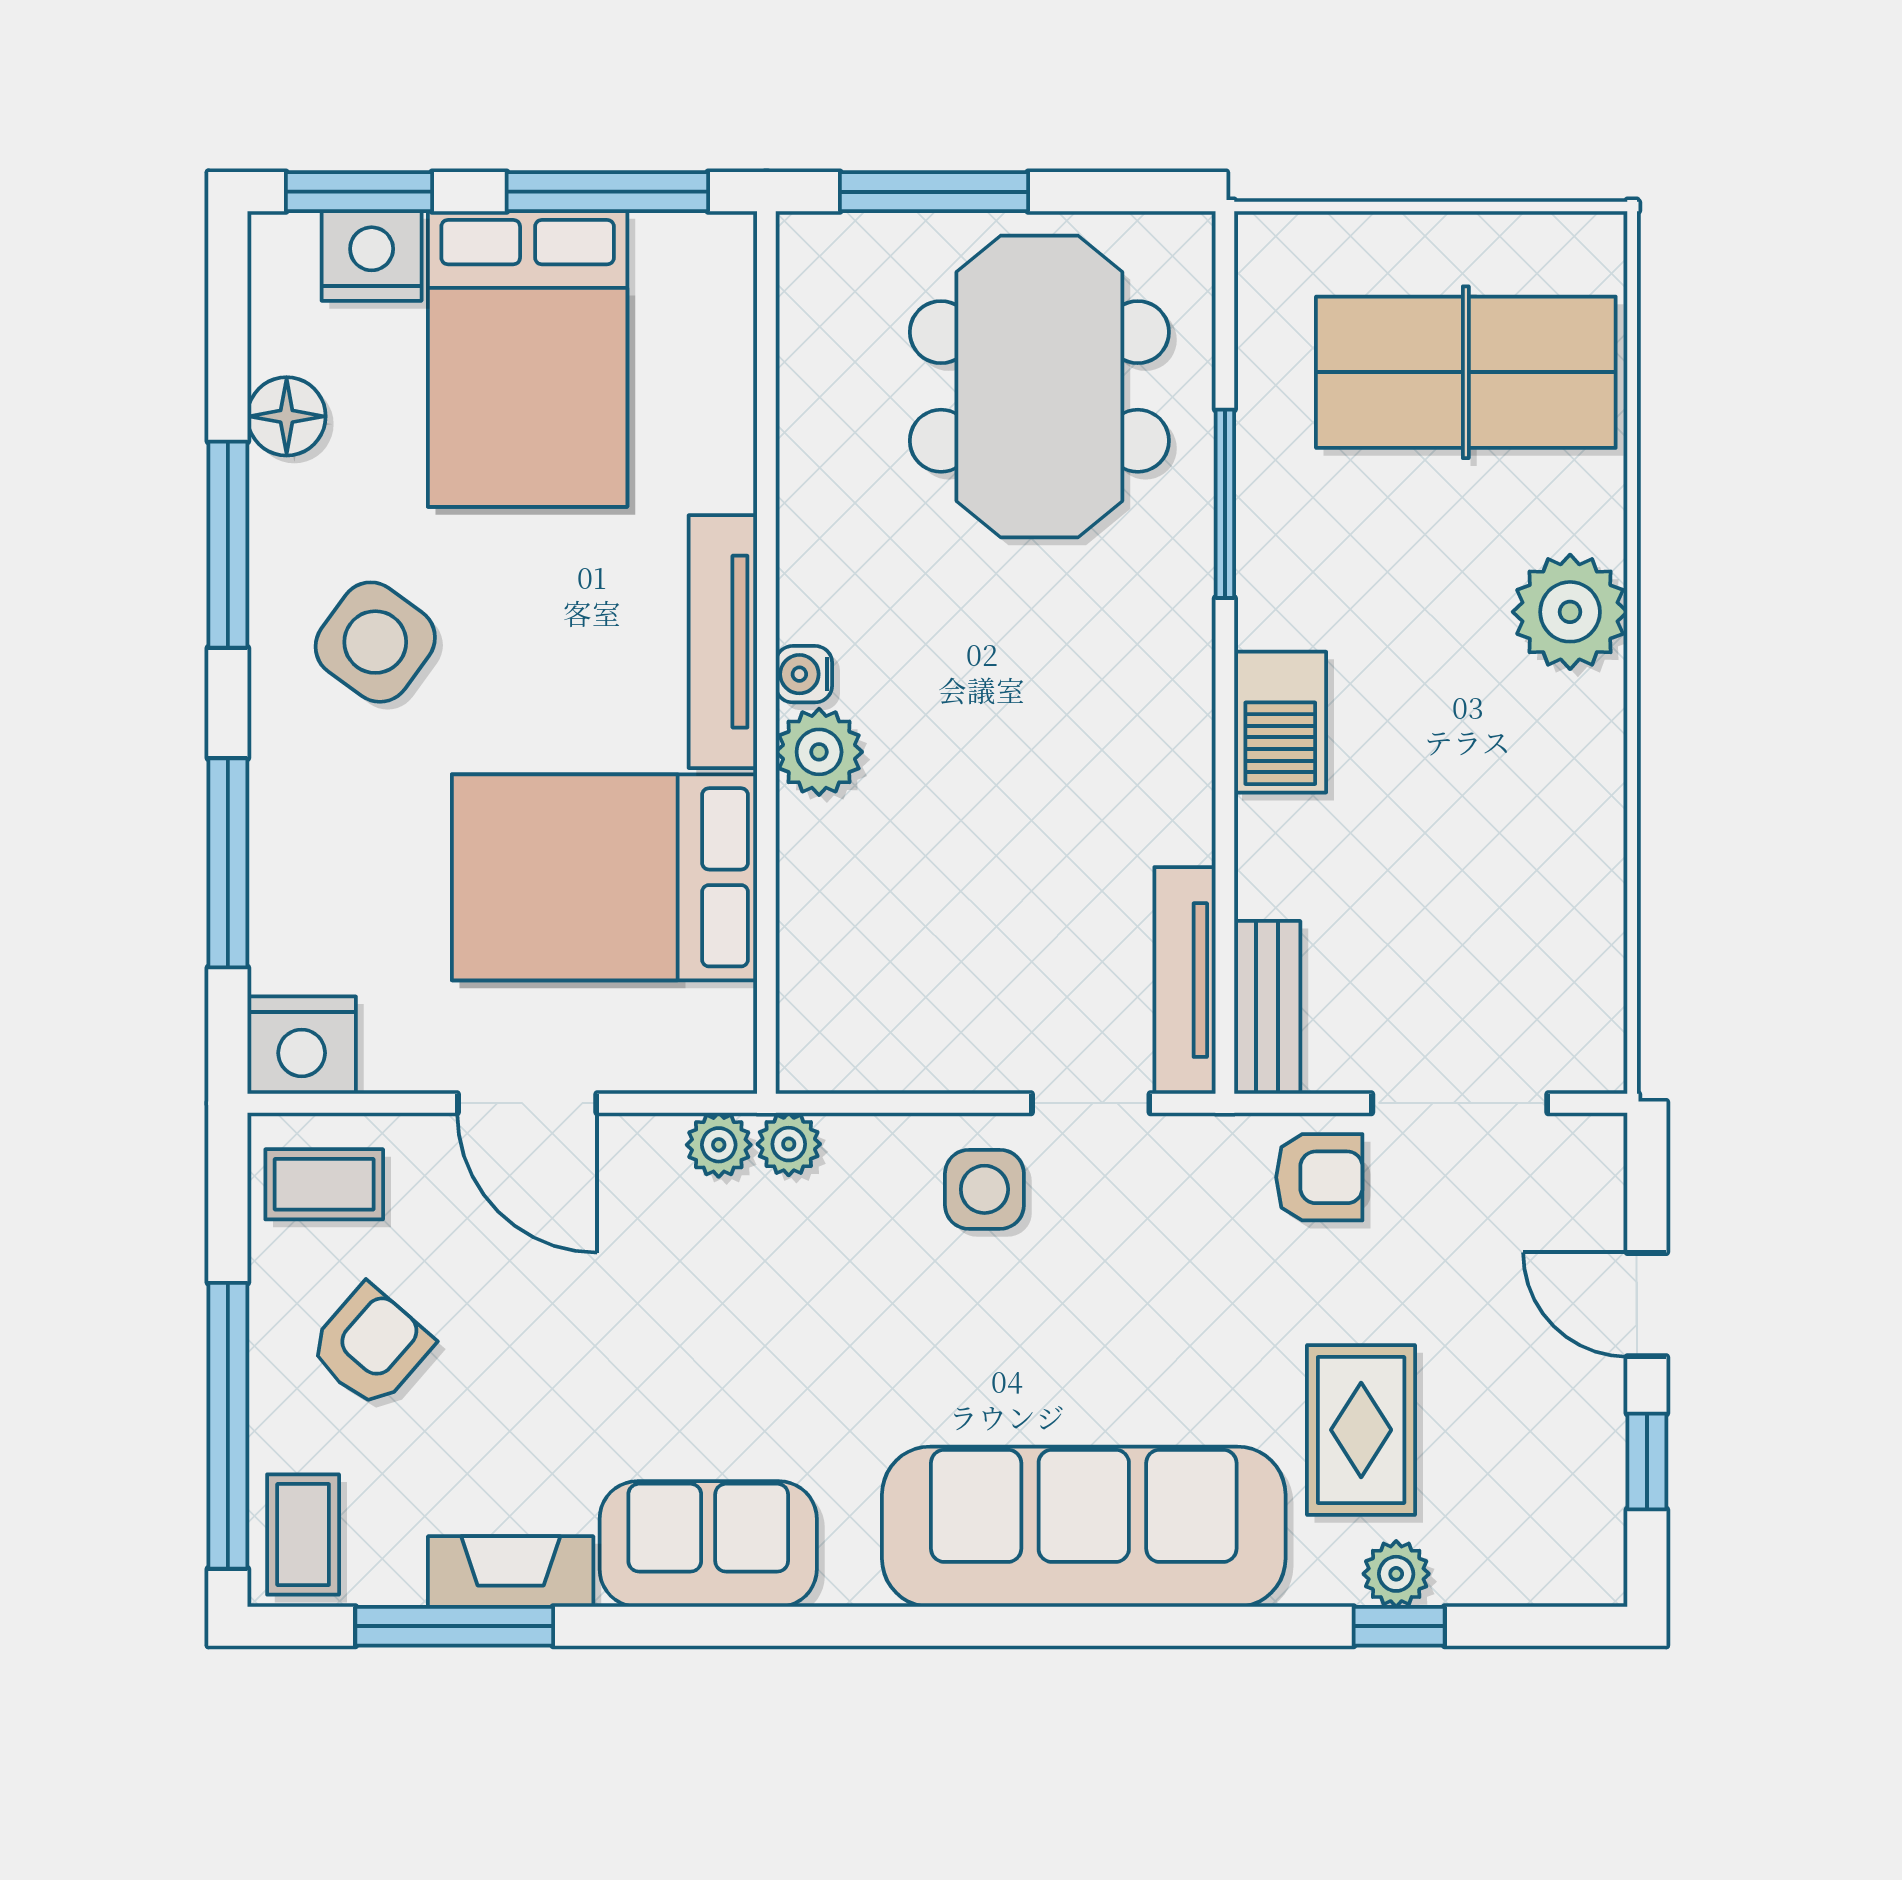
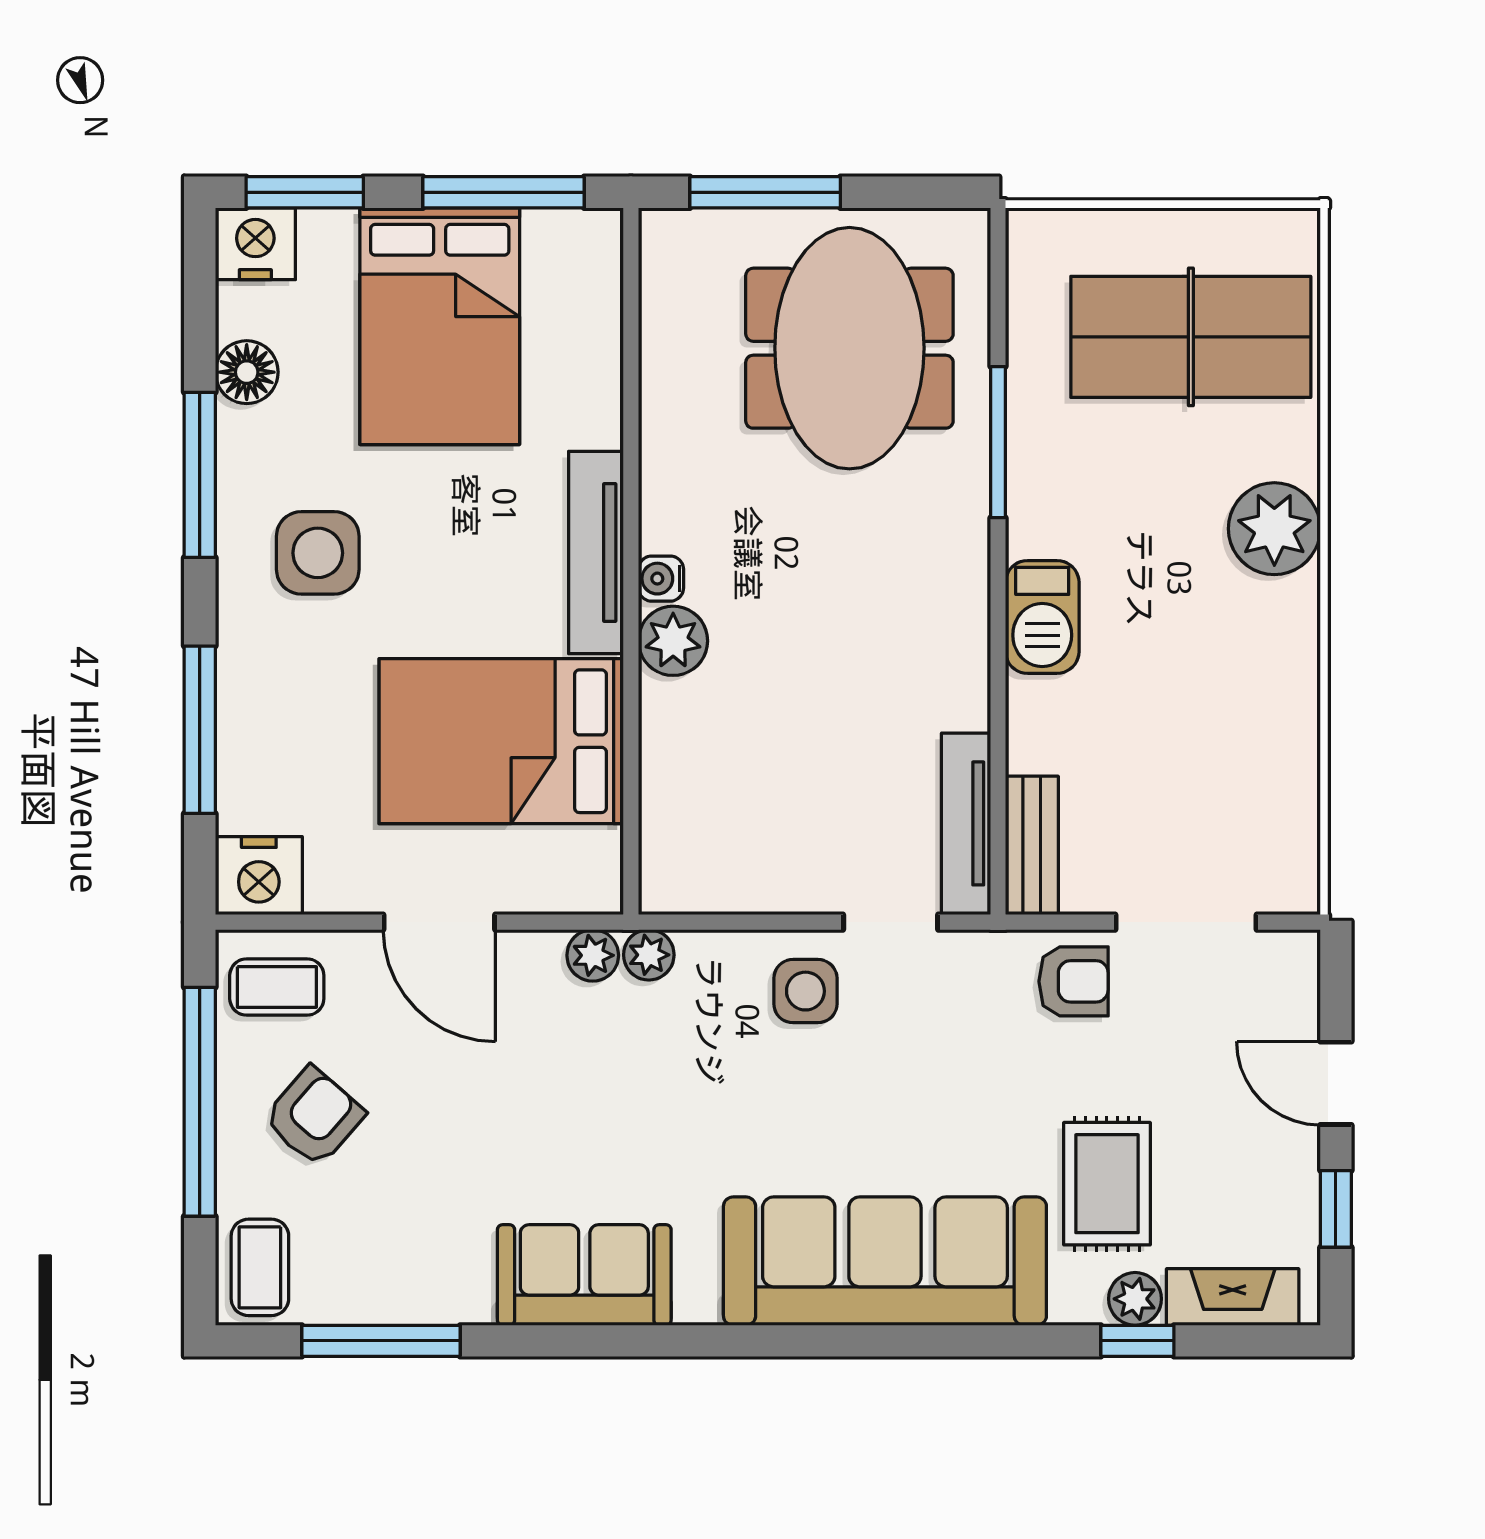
nightstand: (372, 256) -> (255, 244), moved
side table: (375, 642) -> (318, 553), turned -36
window: (228, 1426) -> (200, 1102), moved
fireplace: (511, 1571) -> (1233, 1297), moved

